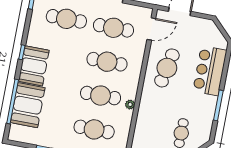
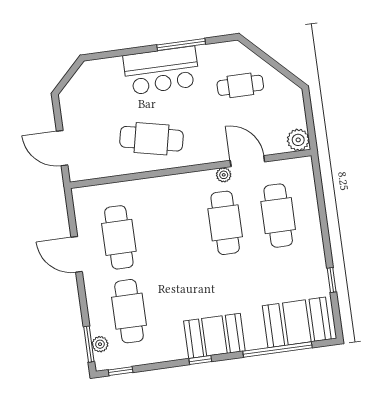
door: (151, 29) -> (247, 161), moved
cafe table: (107, 62) -> (172, 230), removed
bar counter: (210, 71) -> (161, 71), moved
booth: (28, 105) -> (297, 322), moved

